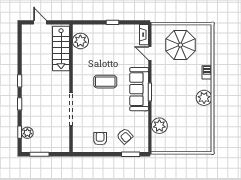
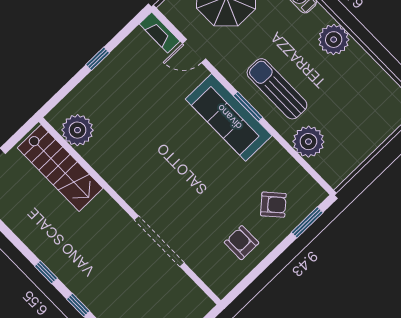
coffee table: (105, 82) -> (170, 154), removed
sun lounger: (166, 96) -> (277, 89), added

